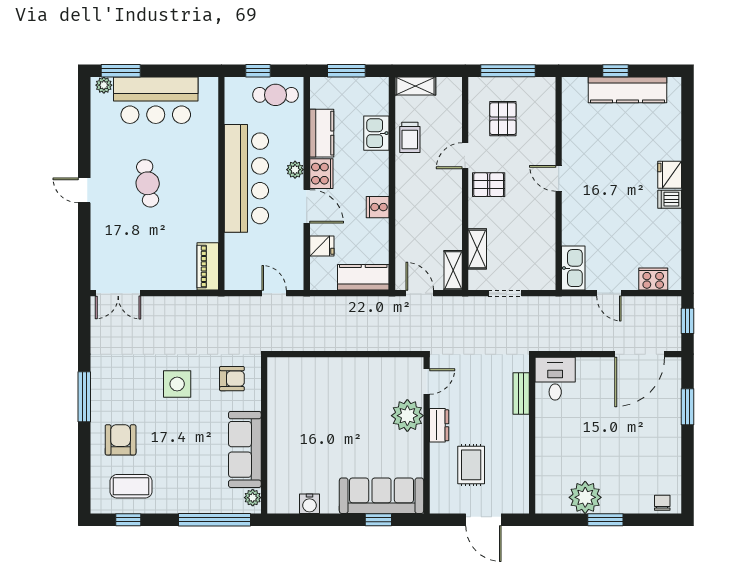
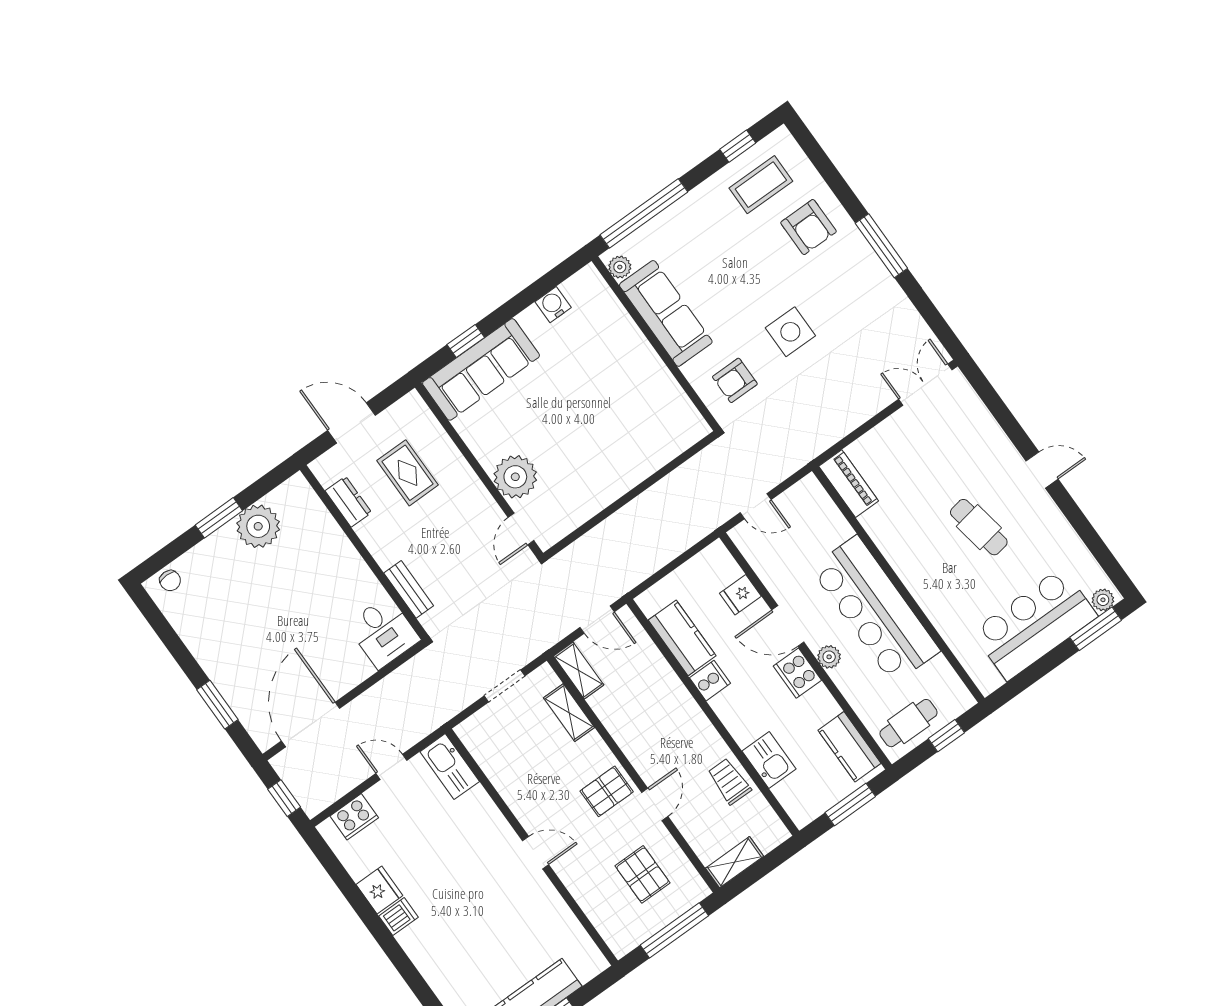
shelving: (415, 86) -> (735, 862), moved
kitchen counter: (322, 133) -> (849, 747), moved
fridge: (670, 175) -> (379, 890), moved
kitchen counter: (363, 277) -> (682, 638), moved, turned -90
dresser: (439, 425) -> (348, 502), moved, turned 180

